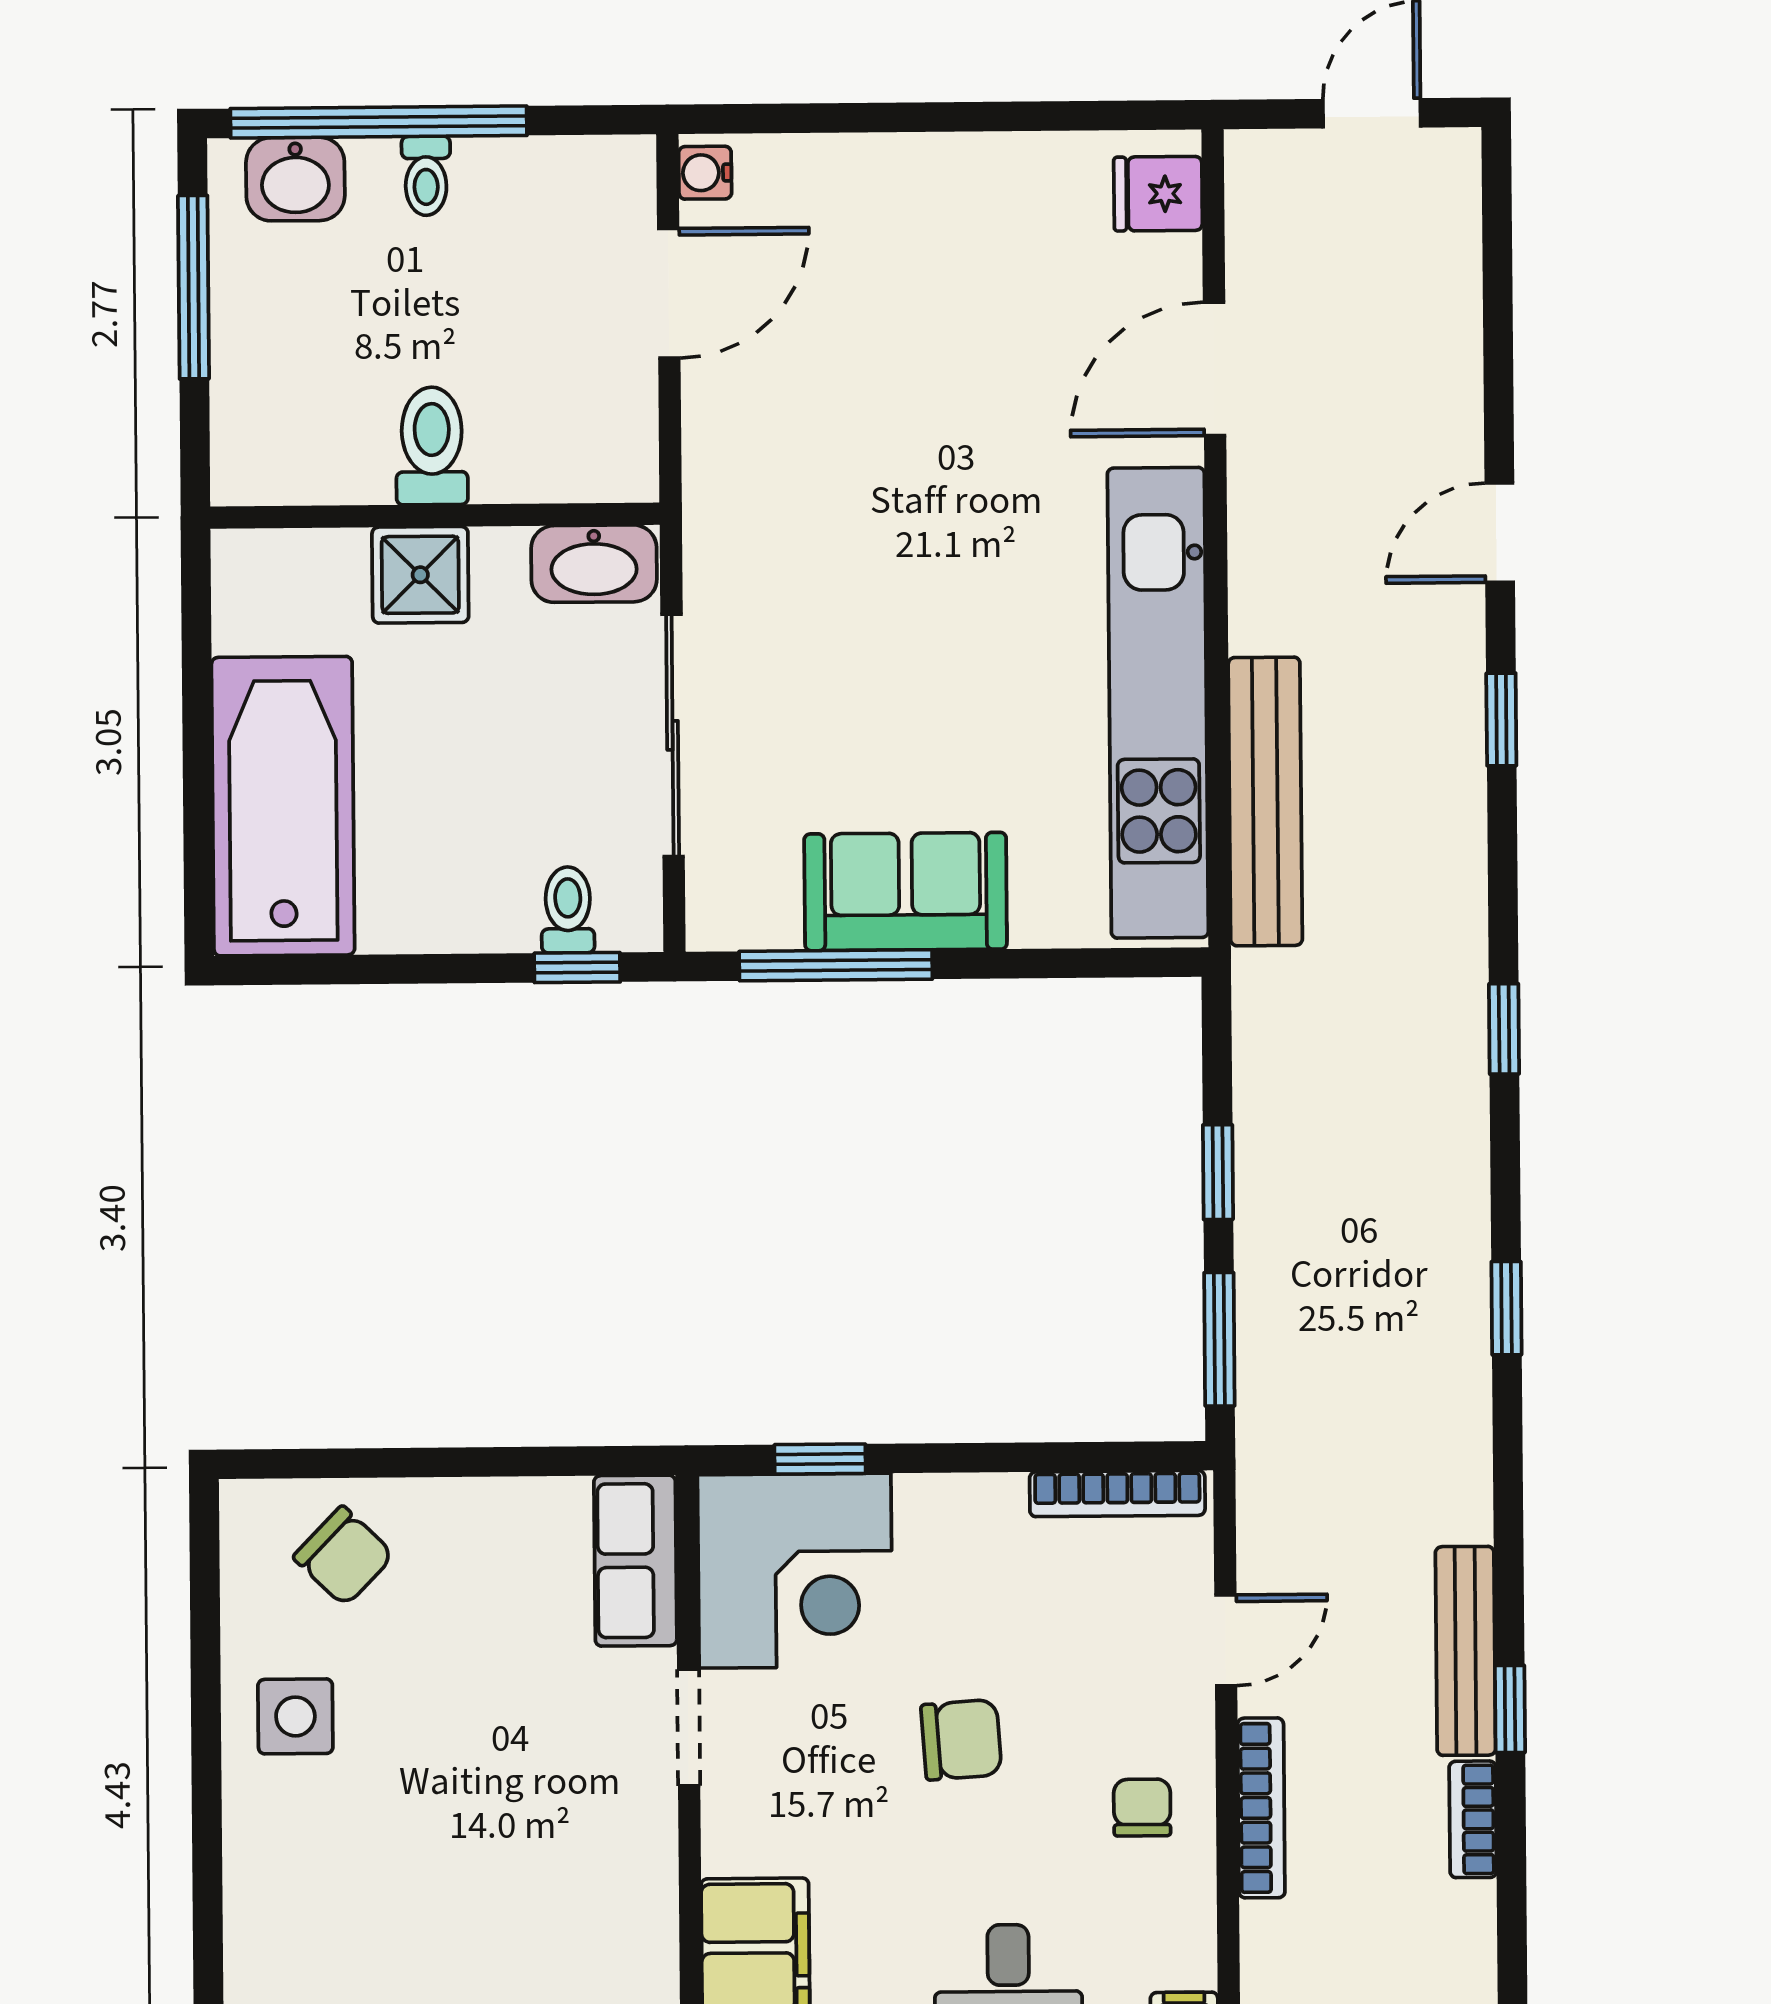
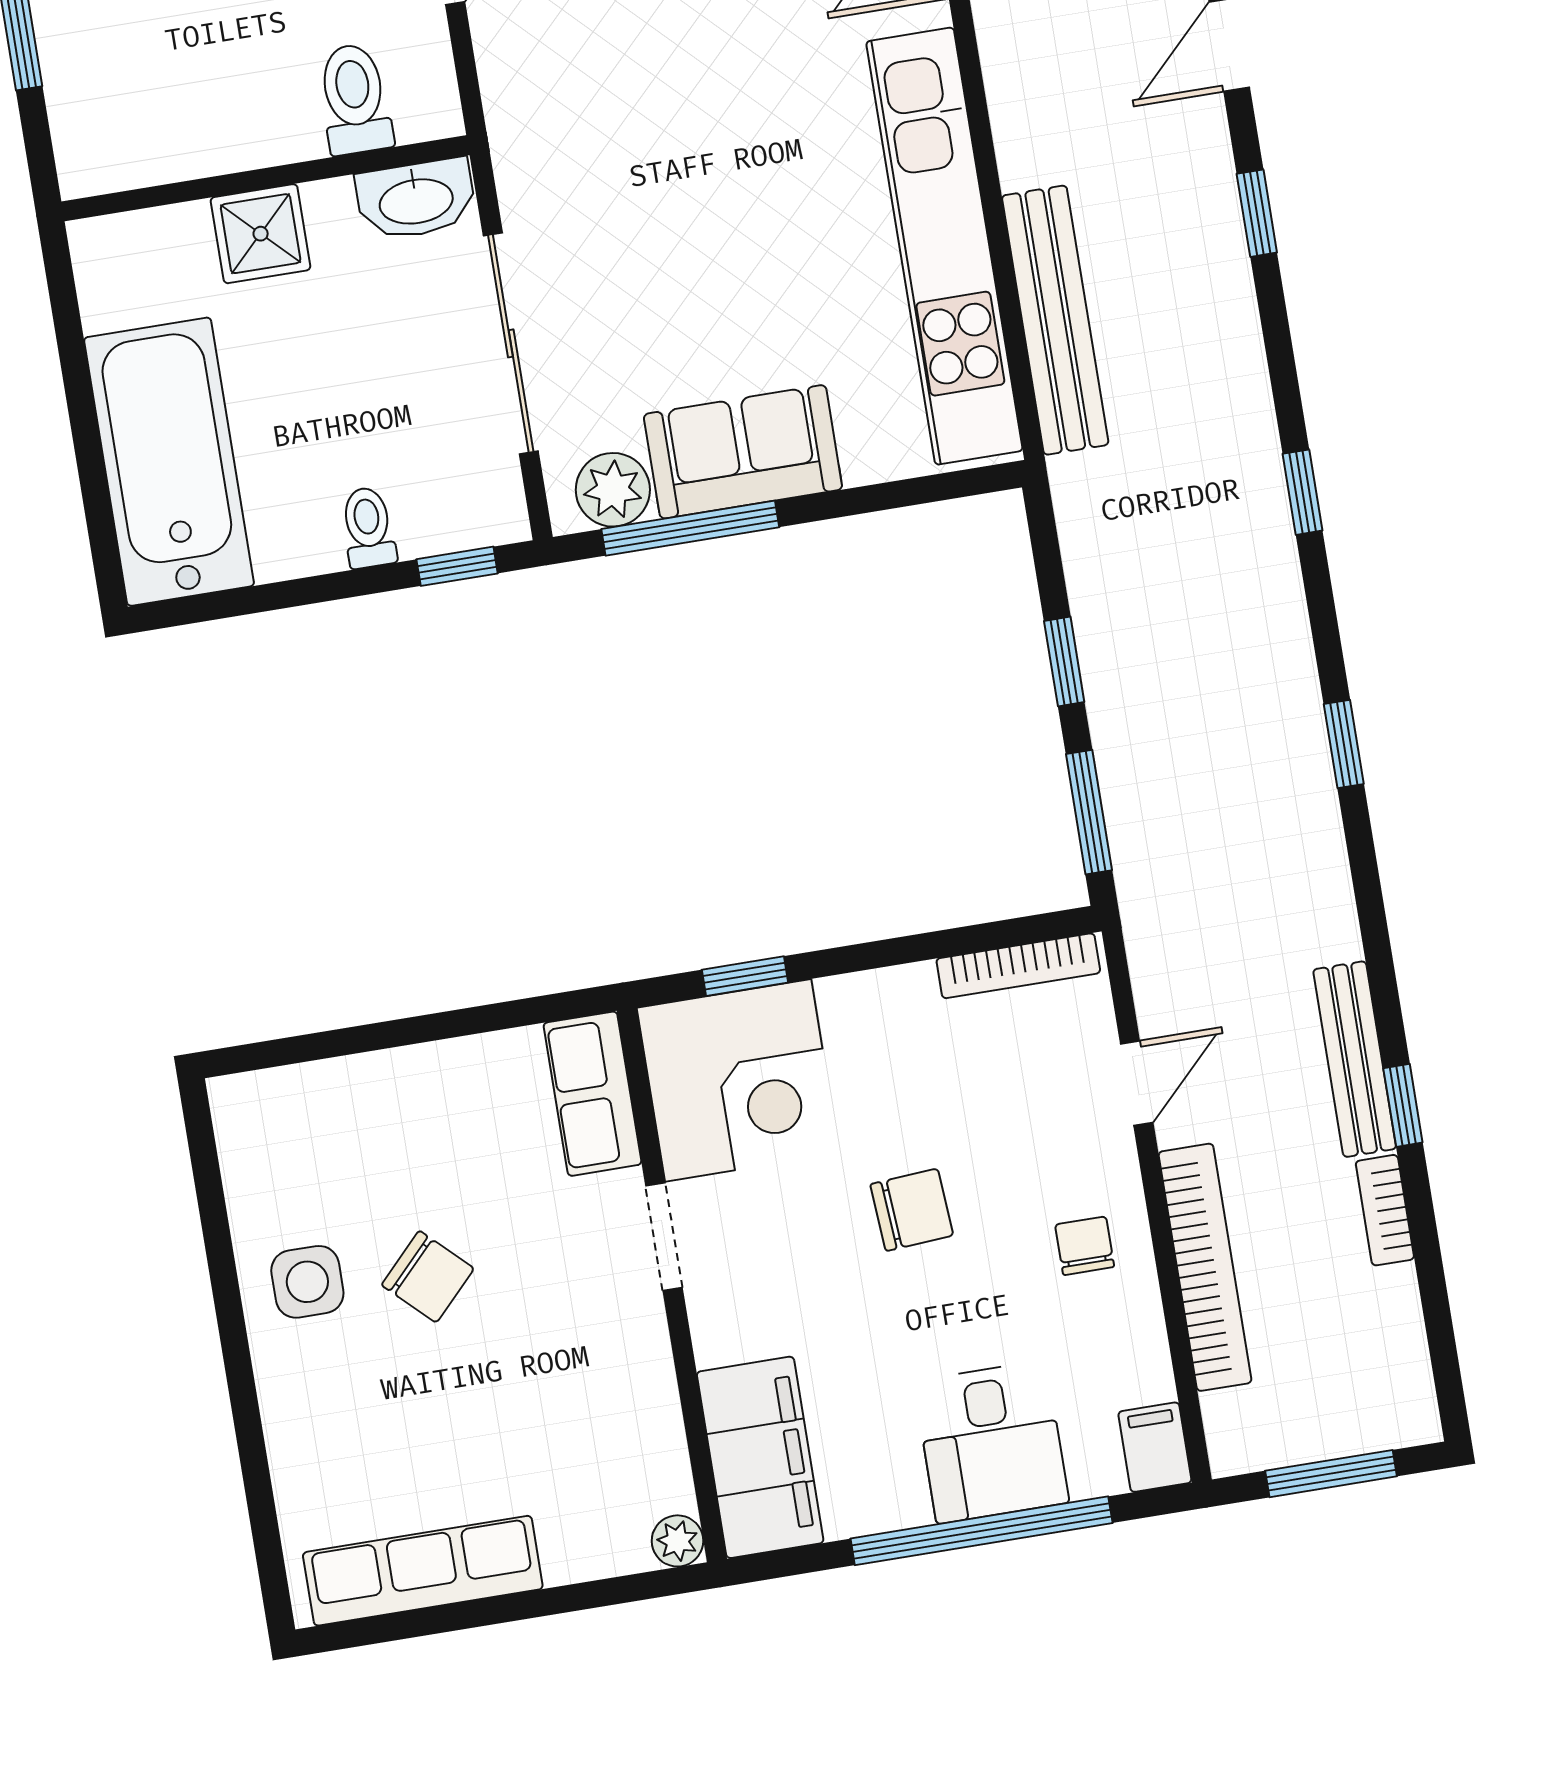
toilet: (432, 446) -> (355, 99), moved
toilet: (568, 910) -> (368, 527), moved
plant: (758, 911) -> (613, 490), added
chair: (344, 1556) -> (428, 1277), moved
bookcase: (1261, 1808) -> (1205, 1267), width x1.48, depth x1.31

